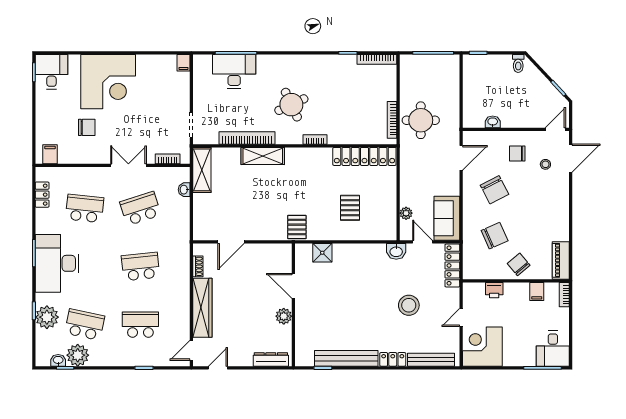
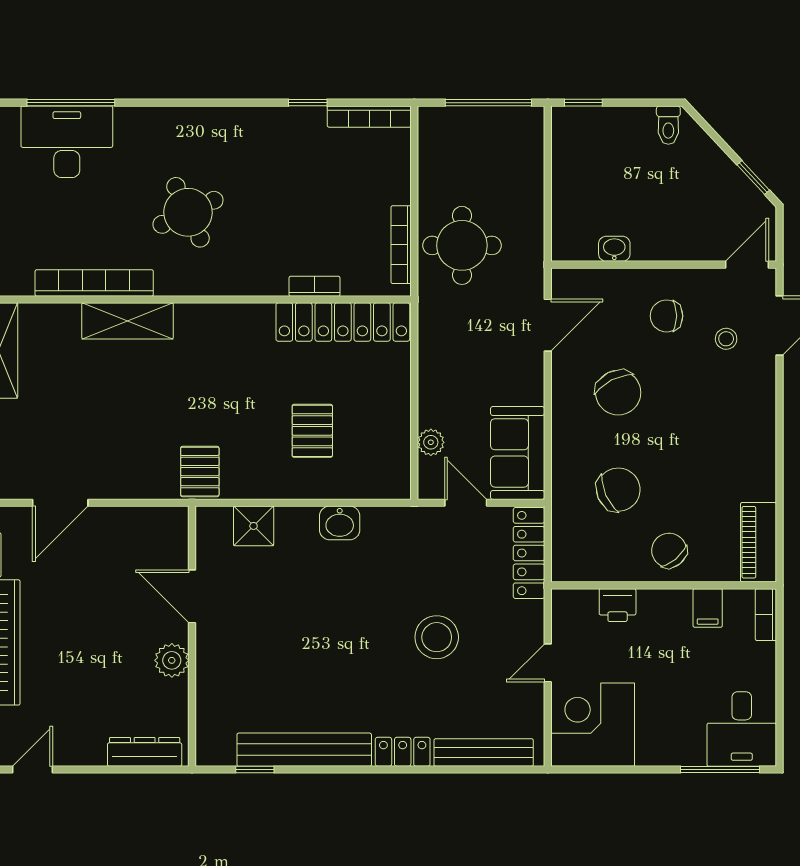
bookcase: (315, 140) -> (314, 286), moved
washbasin: (396, 251) -> (340, 523), moved

